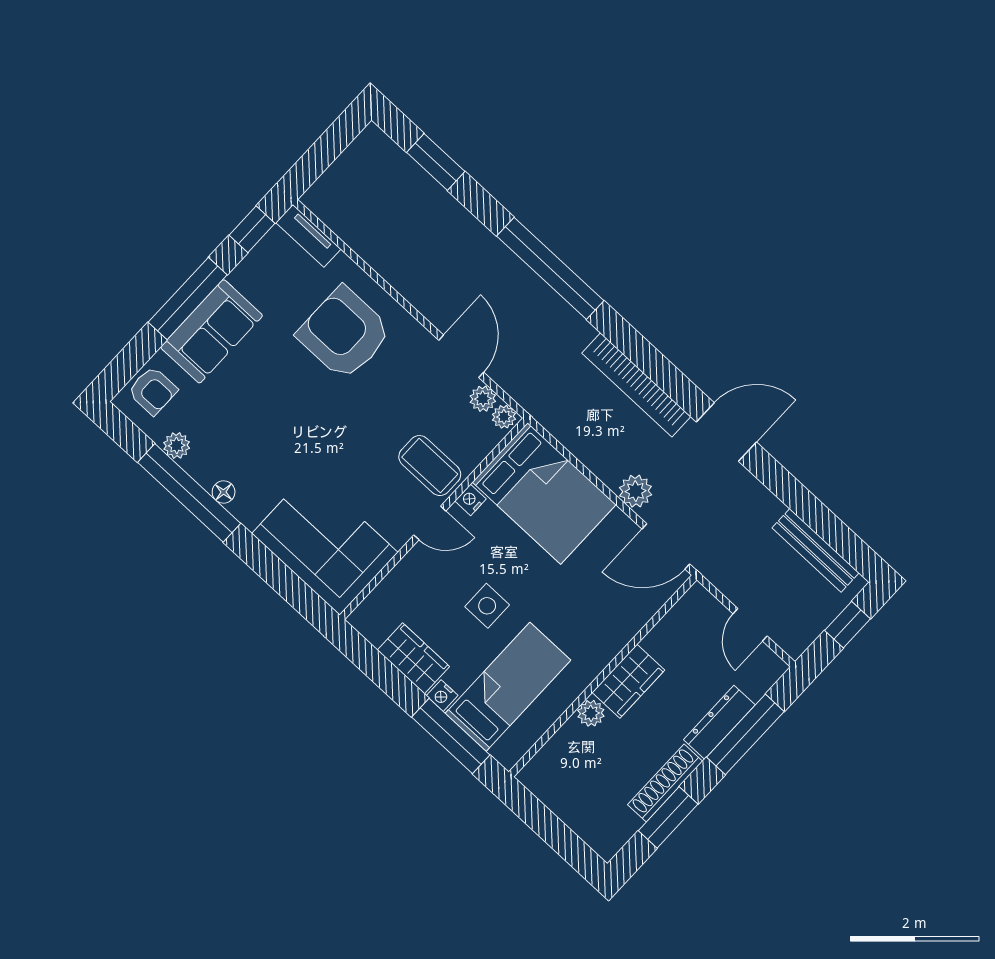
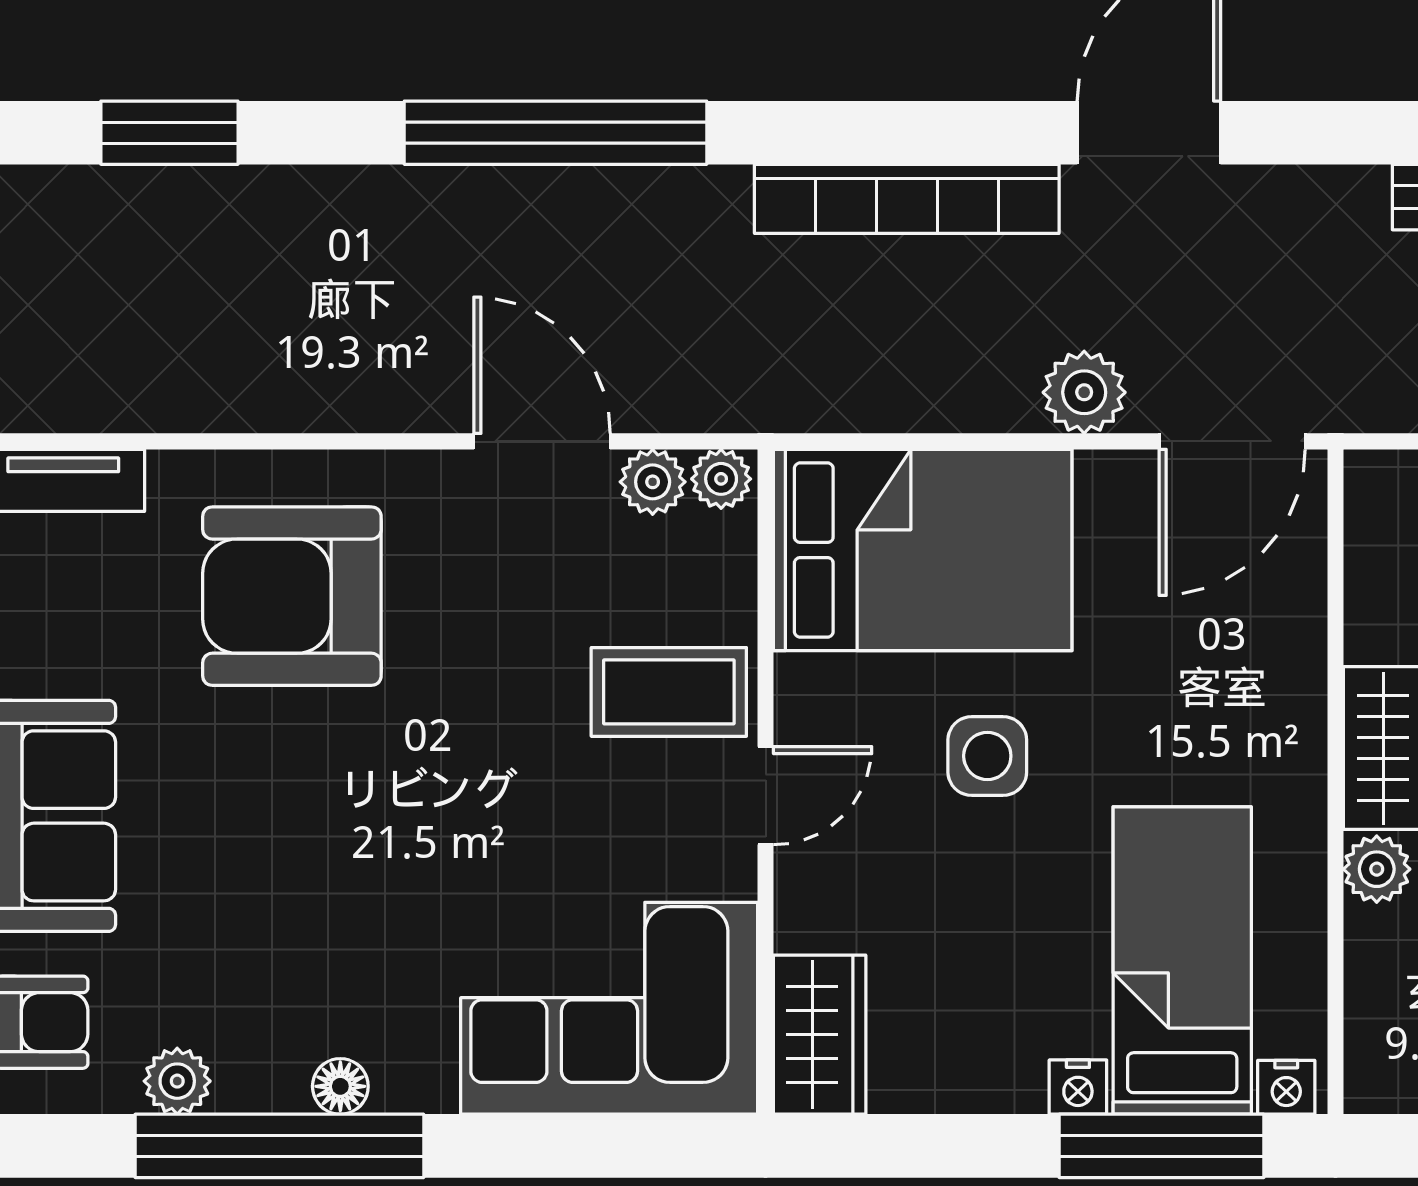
nightstand: (471, 500) -> (1286, 1087), moved, turned -90
side table: (487, 606) -> (987, 756), moved
wardrobe: (413, 658) -> (820, 1035), moved, turned 90

